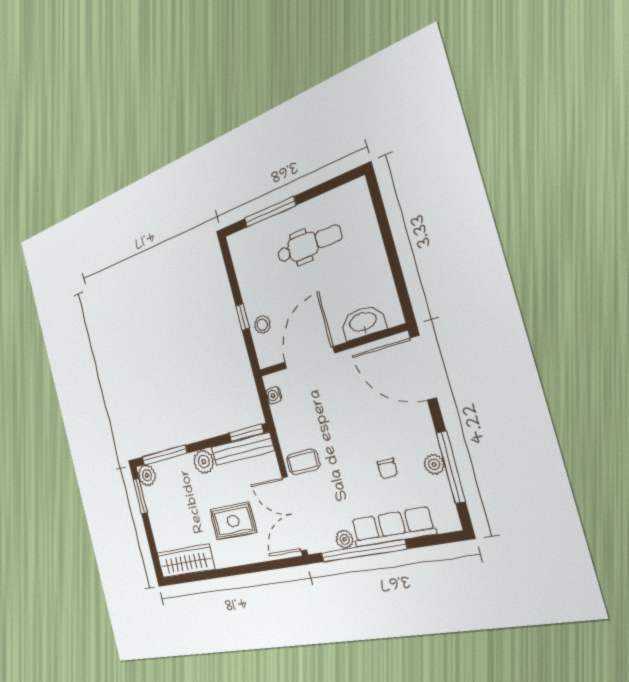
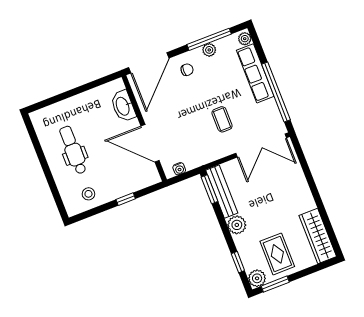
window: (270, 212) -> (51, 182), removed
stool: (262, 325) -> (88, 194), moved
window: (164, 455) -> (238, 262), width x0.46
coffee table: (303, 462) -> (222, 119), moved
chair: (387, 468) -> (187, 70), moved
rug: (233, 521) -> (277, 254), moved
plant: (345, 539) -> (245, 39), moved

